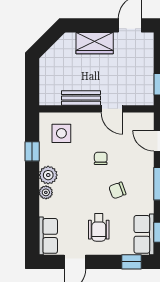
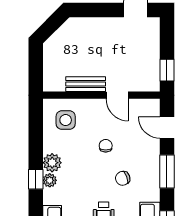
wardrobe: (95, 43) -> (99, 28), removed
window: (32, 151) -> (36, 179), moved

